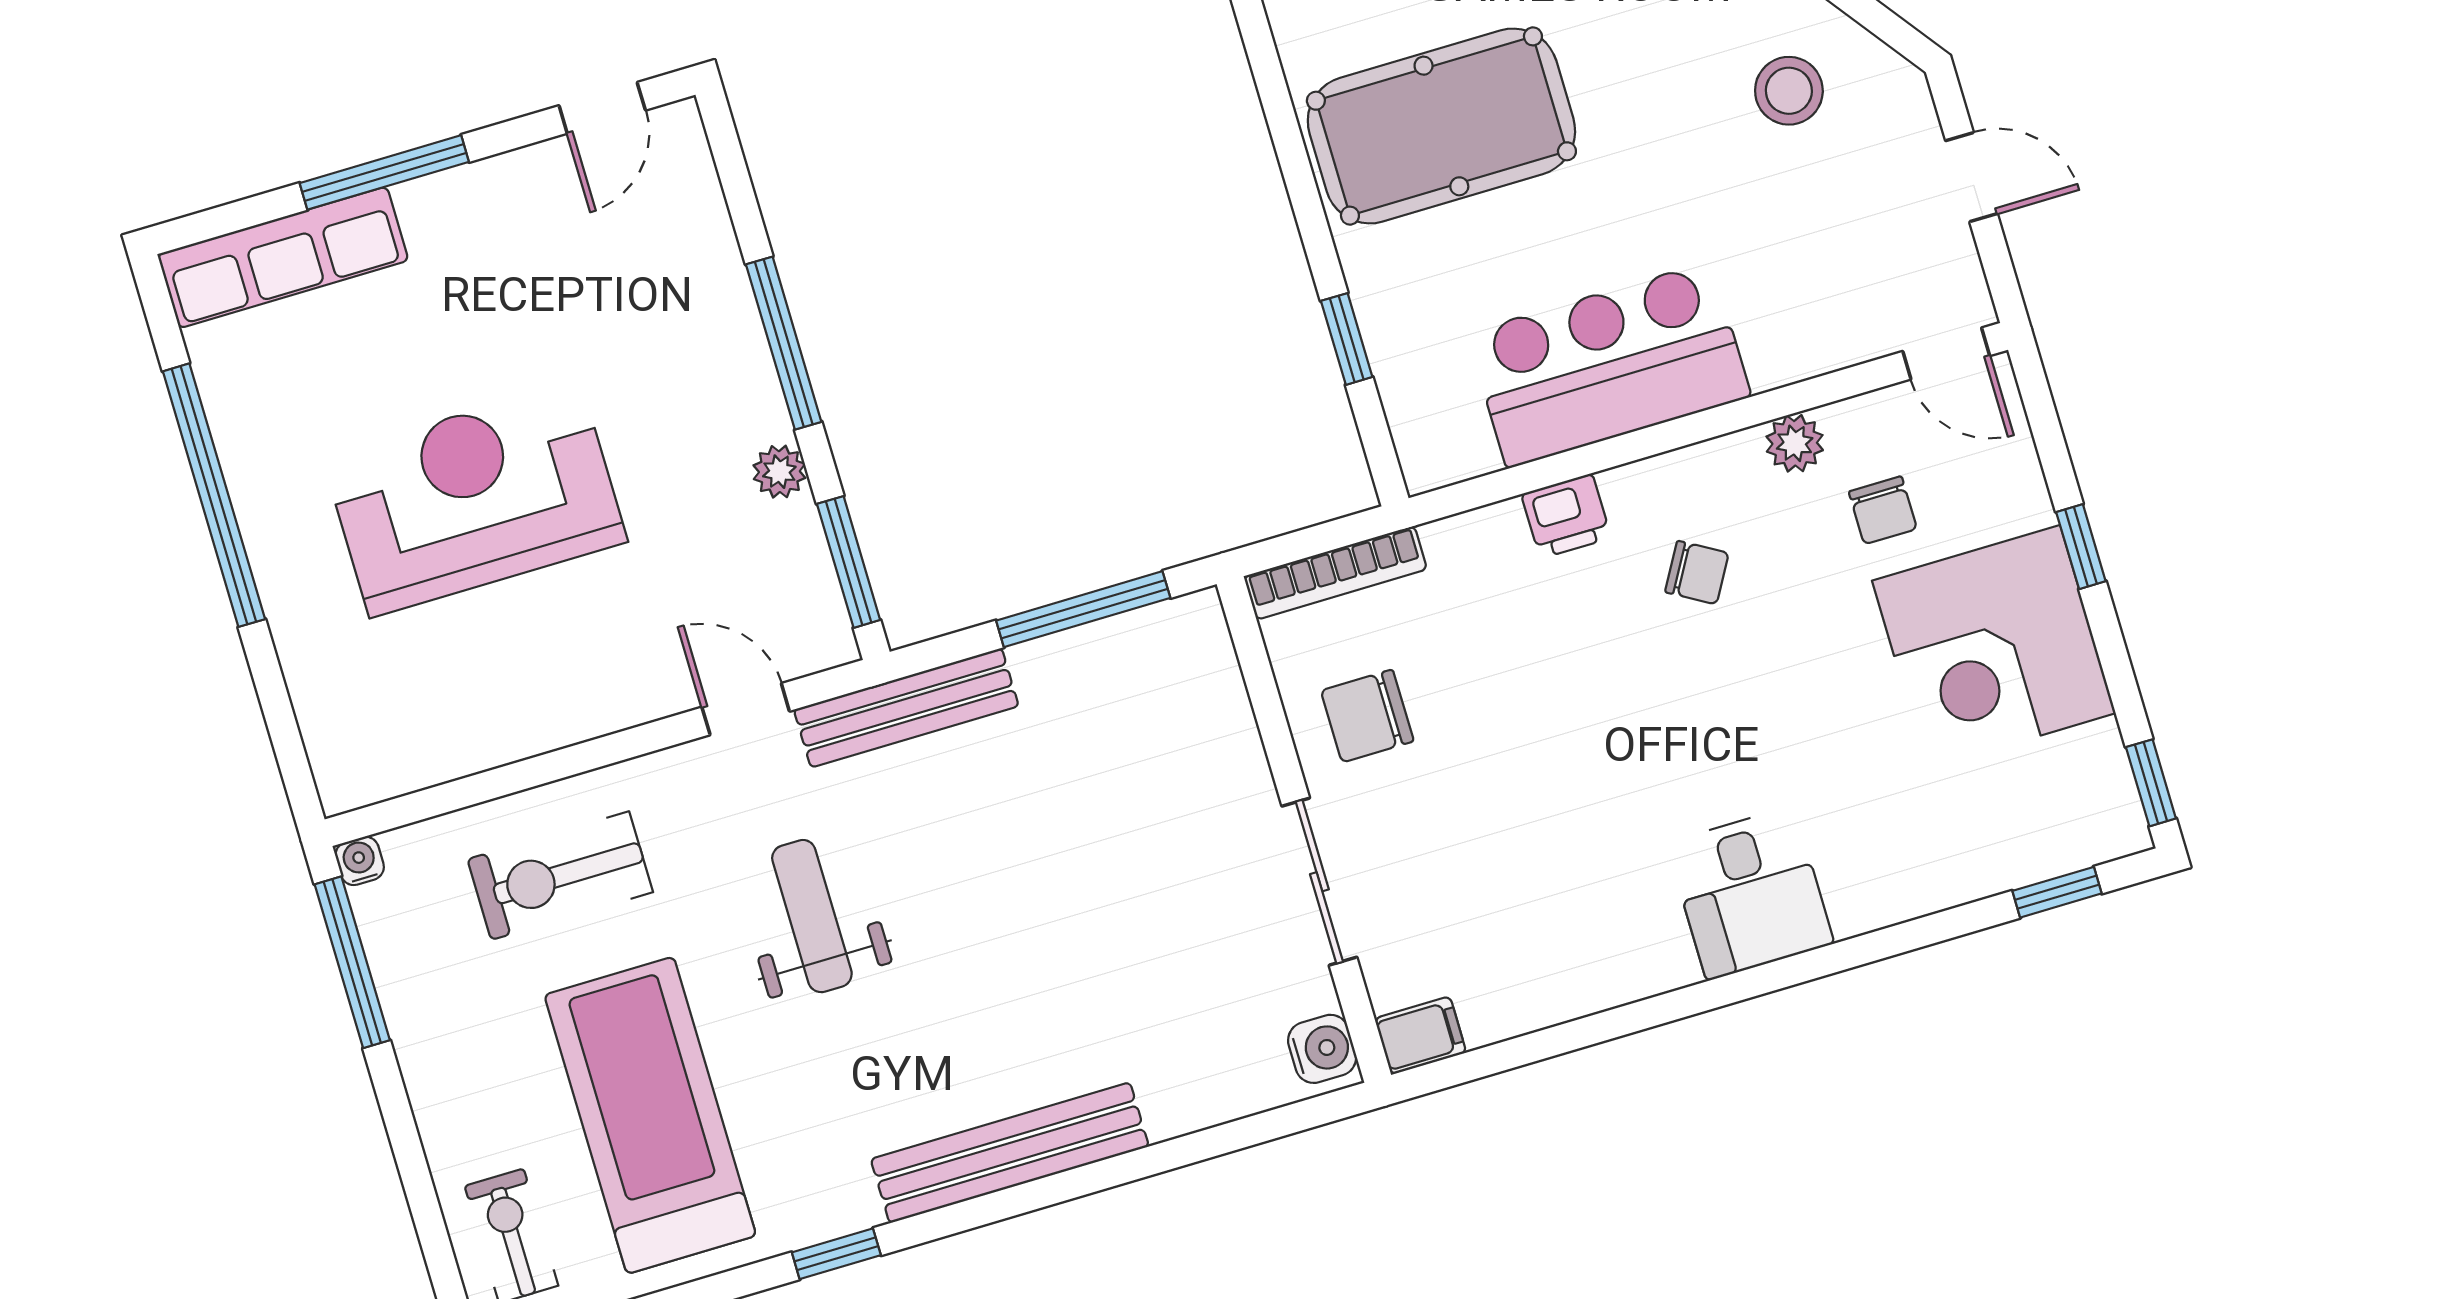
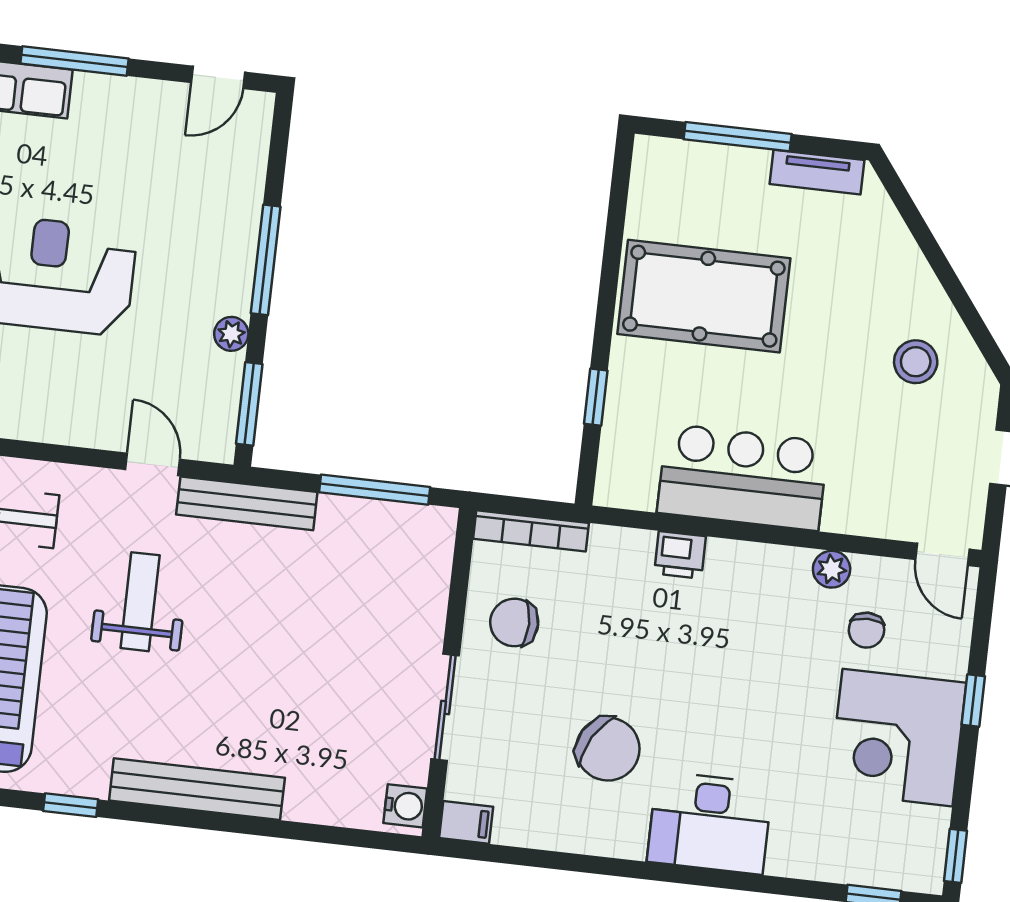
chair: (1697, 573) -> (608, 749), moved, width x1.87, depth x1.87
desk: (1750, 893) -> (710, 823), width x1.37

